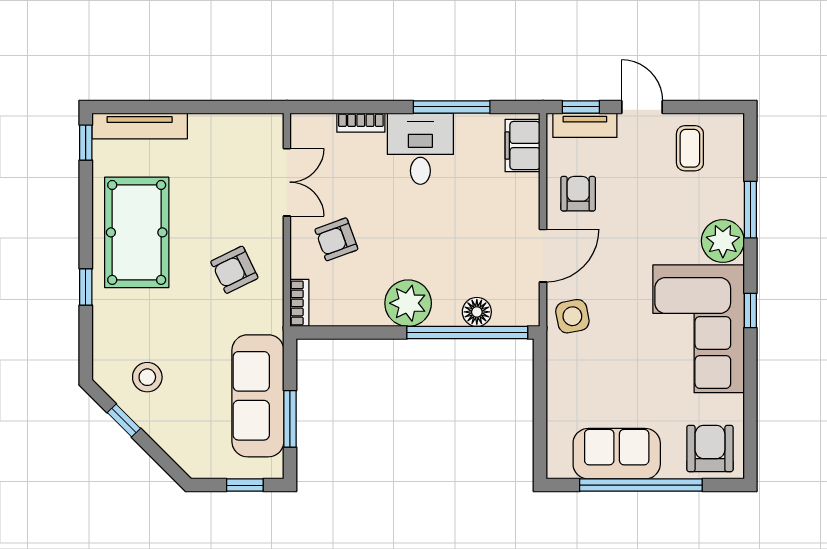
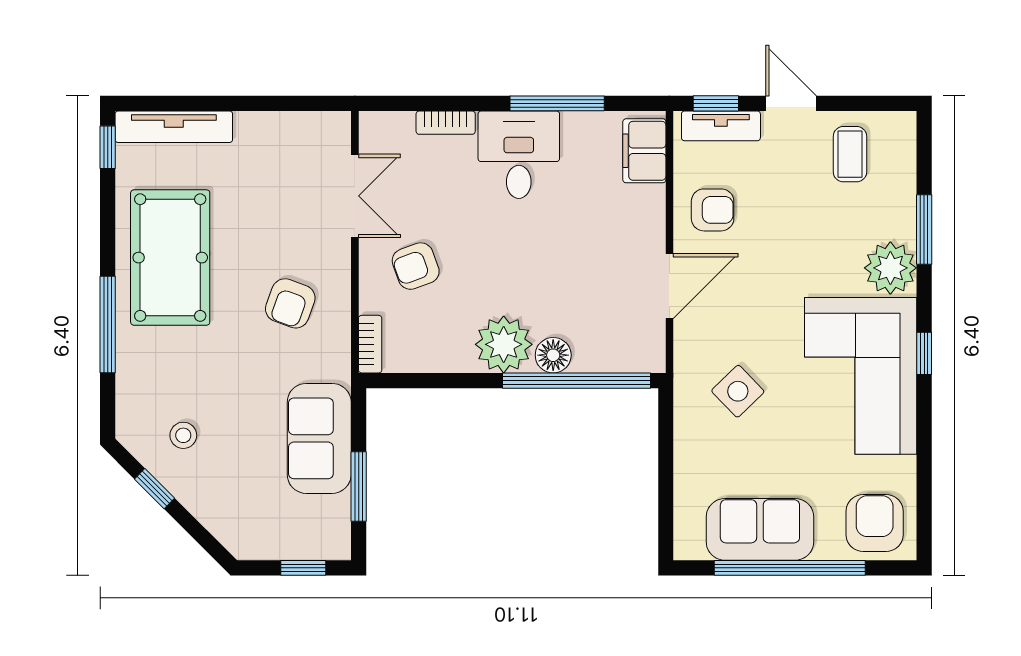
armchair: (578, 194) -> (713, 210), turned 90
armchair: (234, 270) -> (290, 303), turned -44
window: (86, 287) -> (108, 325), width x2.17
floor lamp: (477, 312) -> (553, 355), moved
side table: (572, 316) -> (738, 391), moved, turned -33
stool: (147, 377) -> (183, 435), width x0.73, depth x0.73
sofa: (258, 396) -> (319, 438), width x0.73

